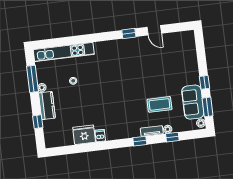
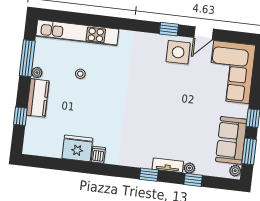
door: (154, 30) -> (204, 33), hinge flipped
side table: (139, 48) -> (178, 52), added
corner sofa: (181, 53) -> (231, 72), added
coffee table: (159, 104) -> (187, 133), removed

